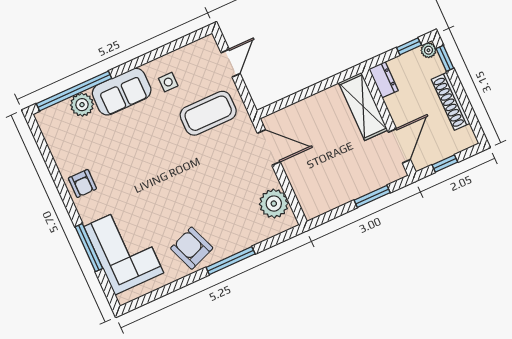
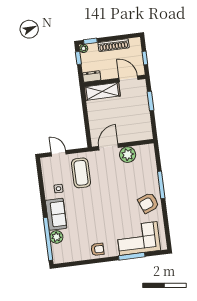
plant: (274, 204) -> (128, 155), moved

